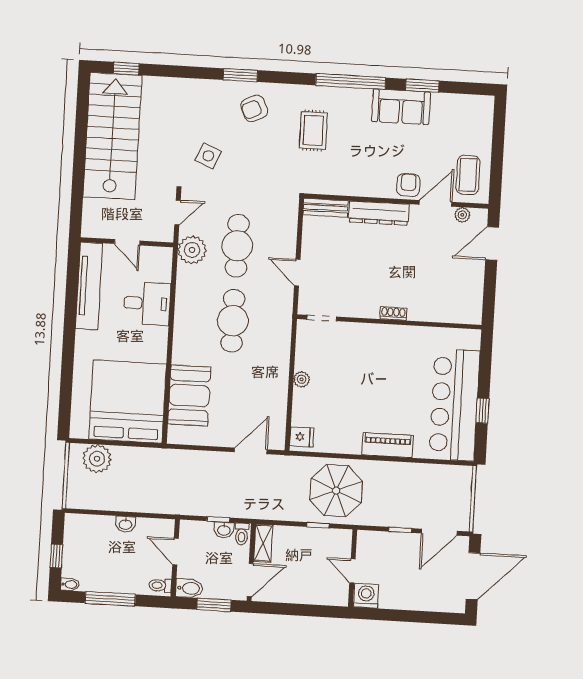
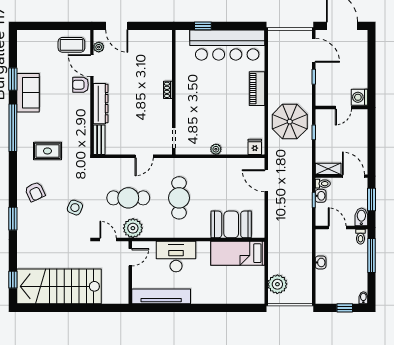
window: (240, 75) -> (13, 219), moved
side table: (208, 156) -> (75, 208), moved
door: (127, 242) -> (130, 257), moved
desk: (147, 303) -> (176, 256), width x1.37
cafe table: (233, 321) -> (179, 198), turned 90
bed: (128, 402) -> (238, 253), width x0.49
window: (483, 411) -> (203, 26), moved
door: (176, 552) -> (337, 228), swing flipped
window: (110, 599) -> (372, 256), moved

